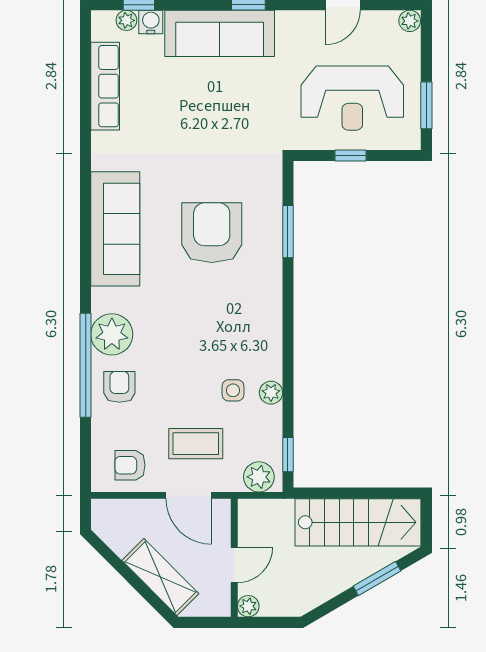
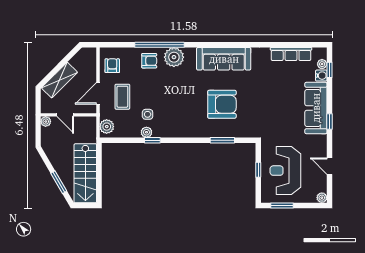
window: (288, 455) -> (152, 140), moved

